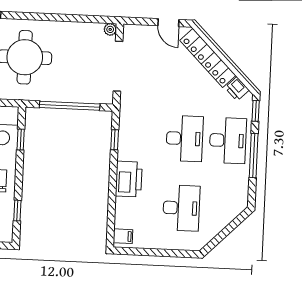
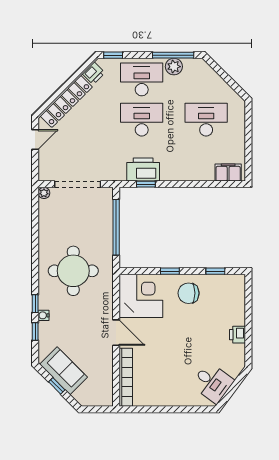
window: (21, 139) -> (170, 271), moved
window: (254, 156) -> (173, 55), moved
plant: (240, 176) -> (174, 67), added
printer: (129, 179) -> (143, 169), moved
filing cabinet: (123, 236) -> (228, 172), width x2.00

